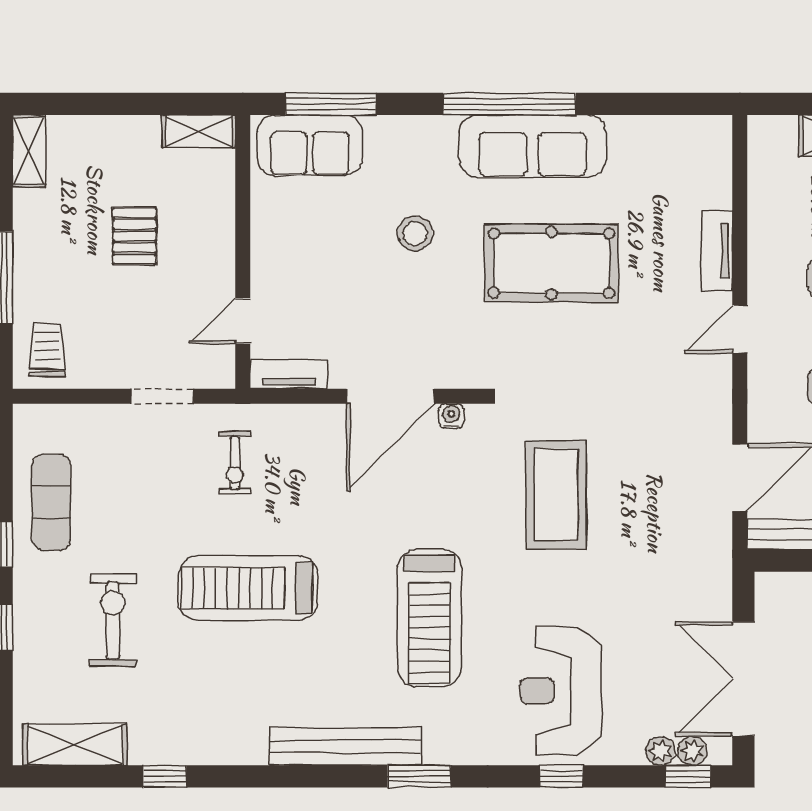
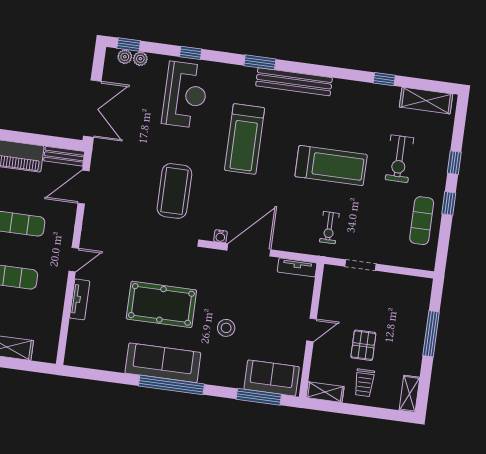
door: (243, 321) -> (312, 330), moved
trolley: (47, 350) -> (364, 383), moved
exercise bike: (235, 463) -> (329, 228), turned 180
treadmill: (429, 618) -> (245, 139), turned 180
double door: (743, 679) -> (92, 109), moved

